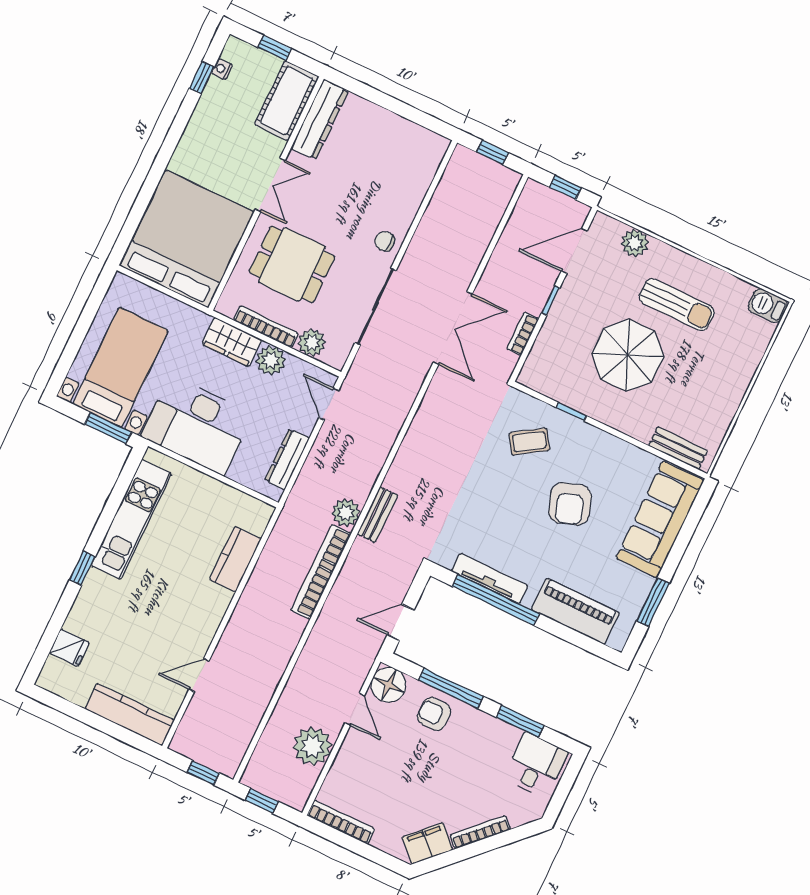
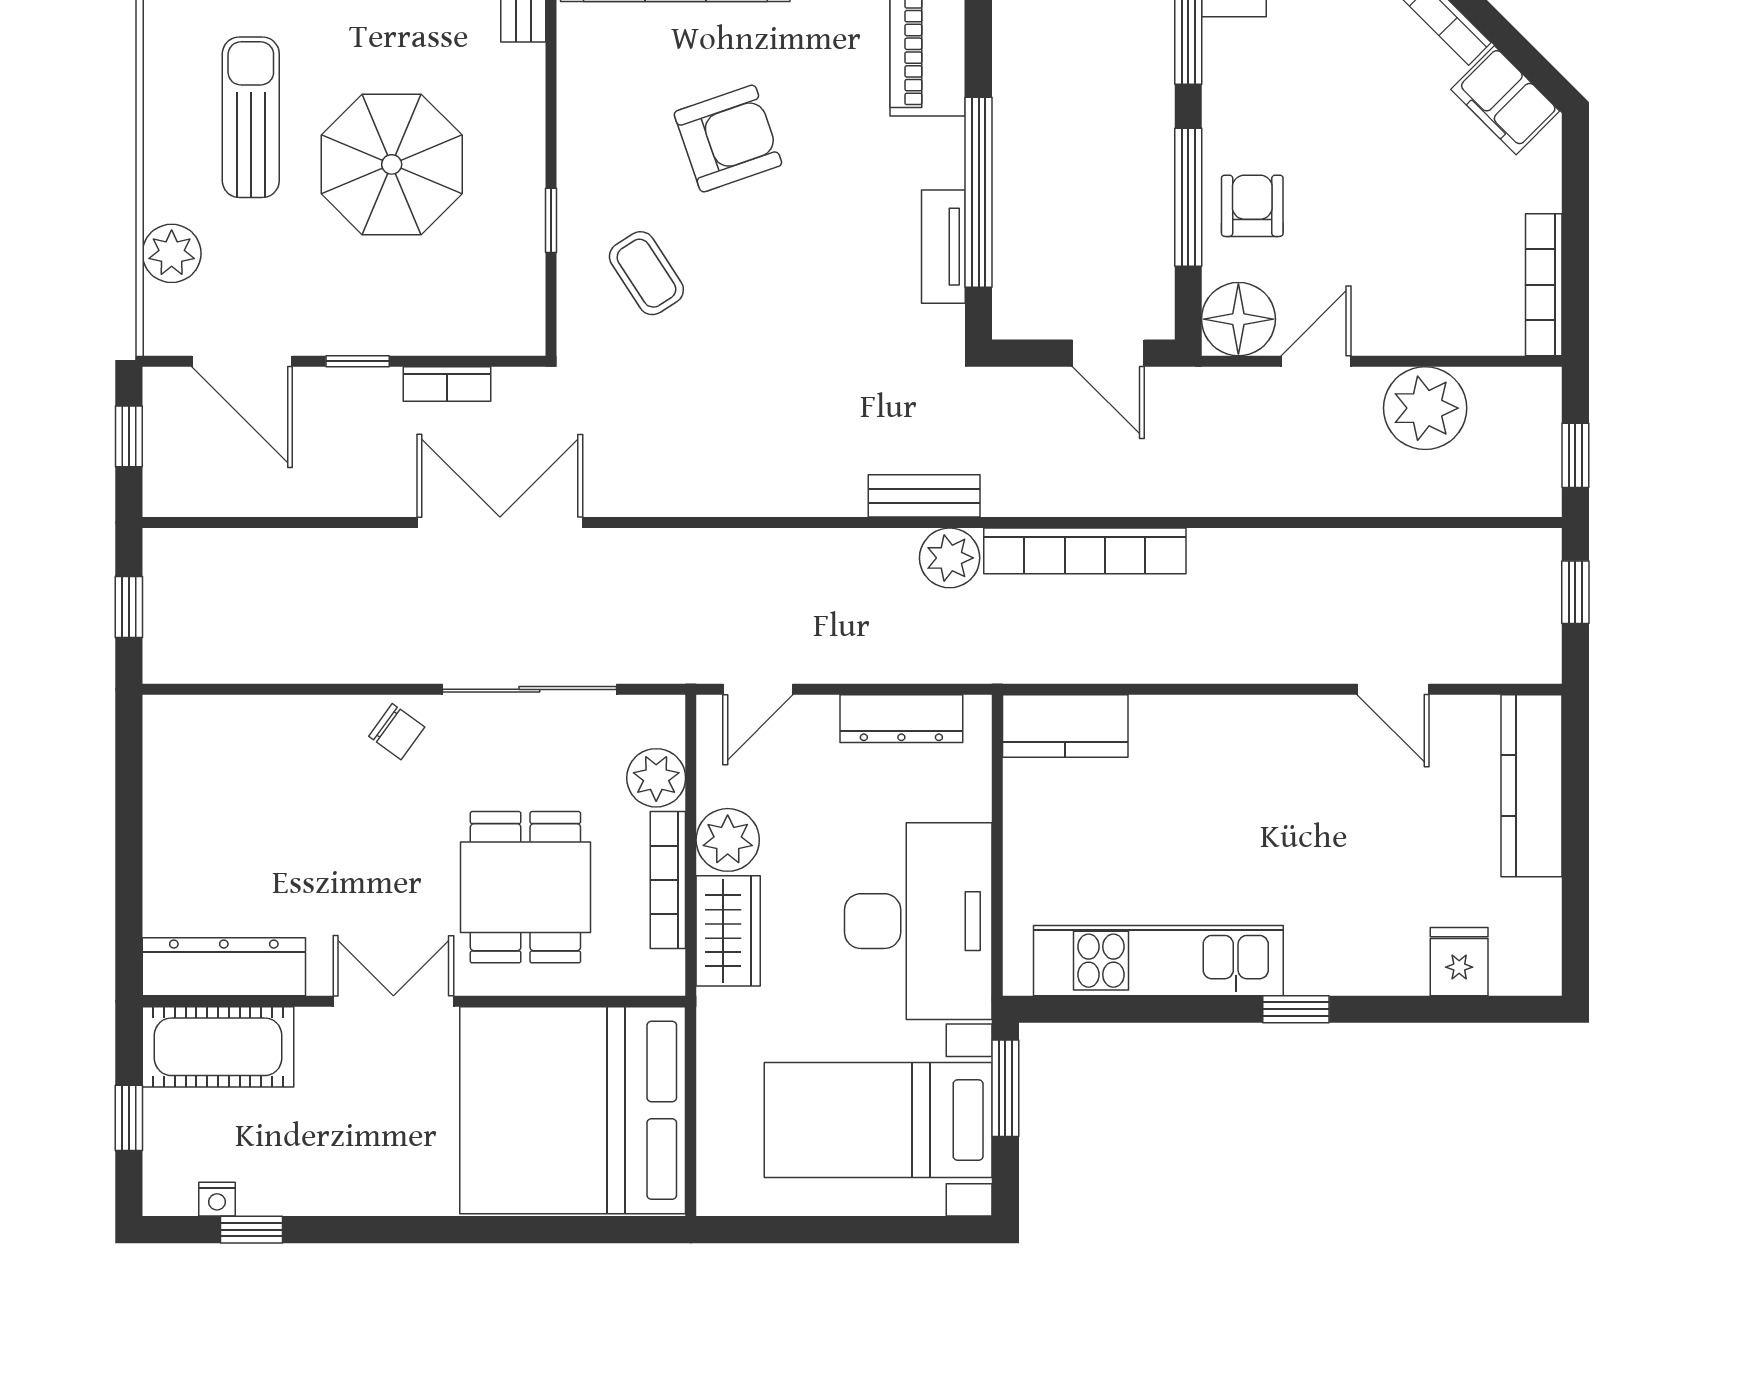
chair: (385, 241) -> (397, 732), turned -54
kitchen counter: (235, 559) -> (1065, 726), moved
tv unit: (490, 578) -> (943, 247), width x0.71
armchair: (434, 714) -> (1252, 206), turned 180

